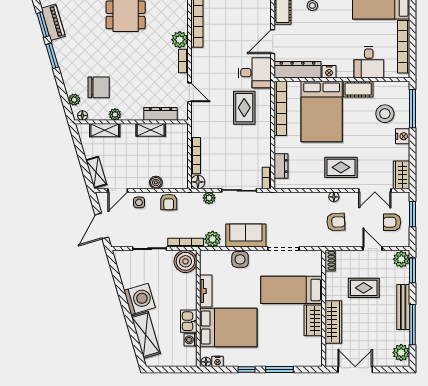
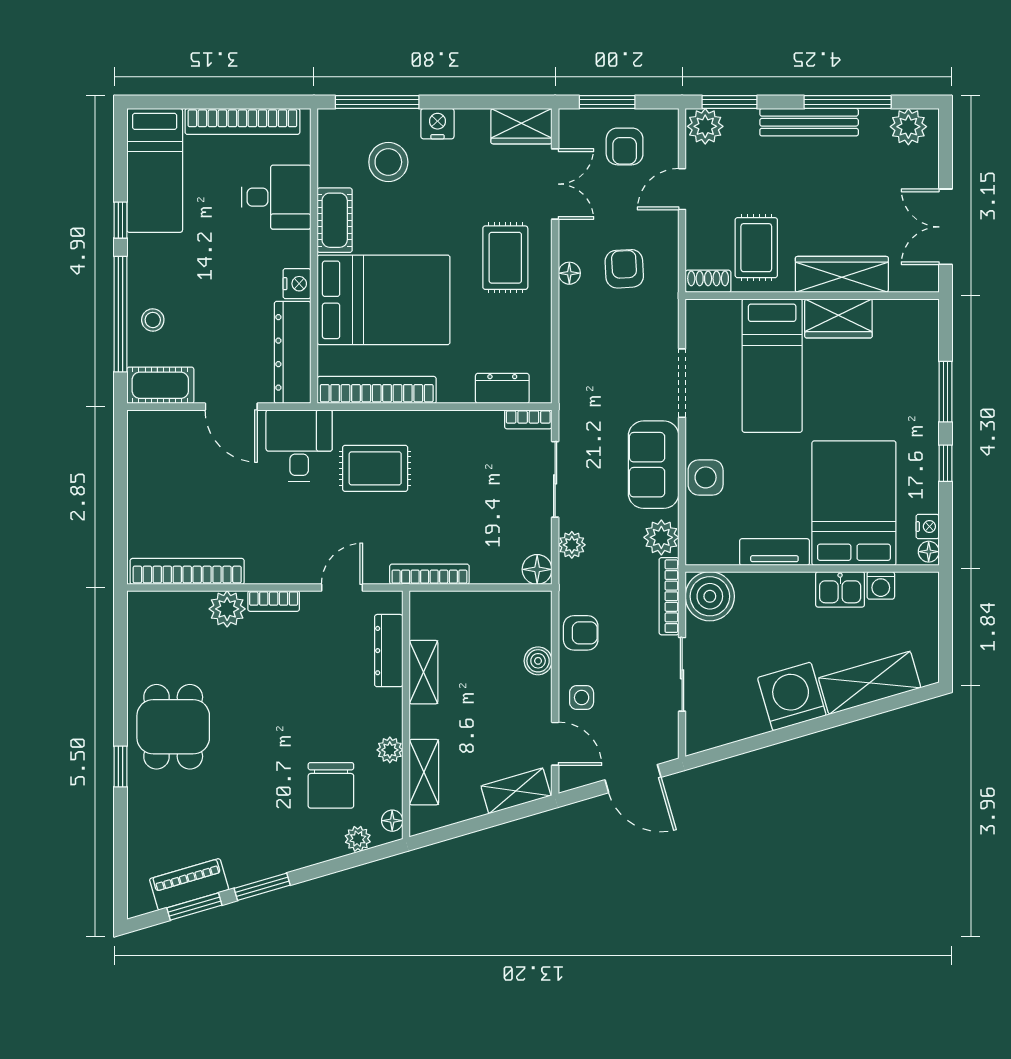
chair: (99, 87) -> (331, 785), turned 180
bookcase: (196, 156) -> (429, 574), moved
rug: (364, 288) -> (756, 248), moved

